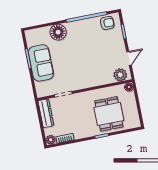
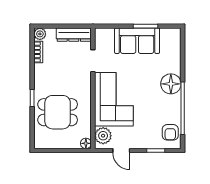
floor lamp: (58, 32) -> (171, 84), moved
corner sofa: (90, 72) -> (114, 99), added

